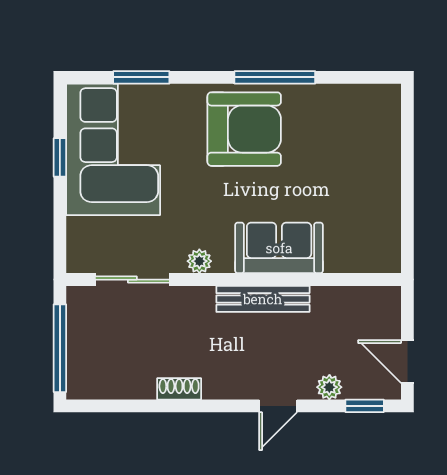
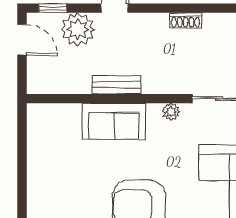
bench: (263, 299) -> (117, 85), width x0.73
plant: (329, 387) -> (78, 29), width x1.88, depth x1.88

